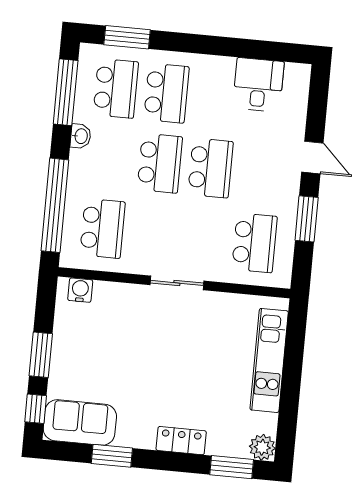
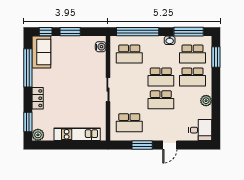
plant: (222, 68) -> (206, 101), added
desk: (258, 85) -> (200, 130), moved
window: (112, 456) -> (28, 68), width x2.11

